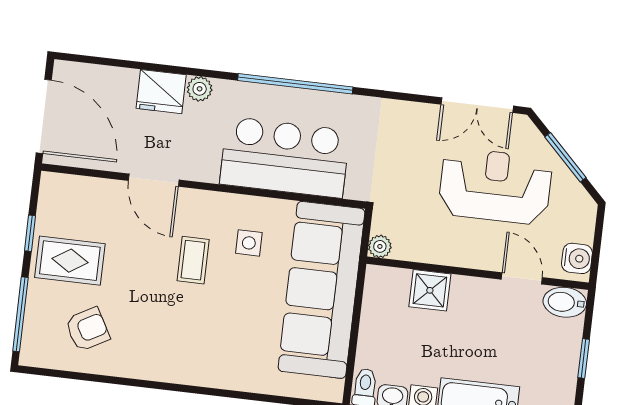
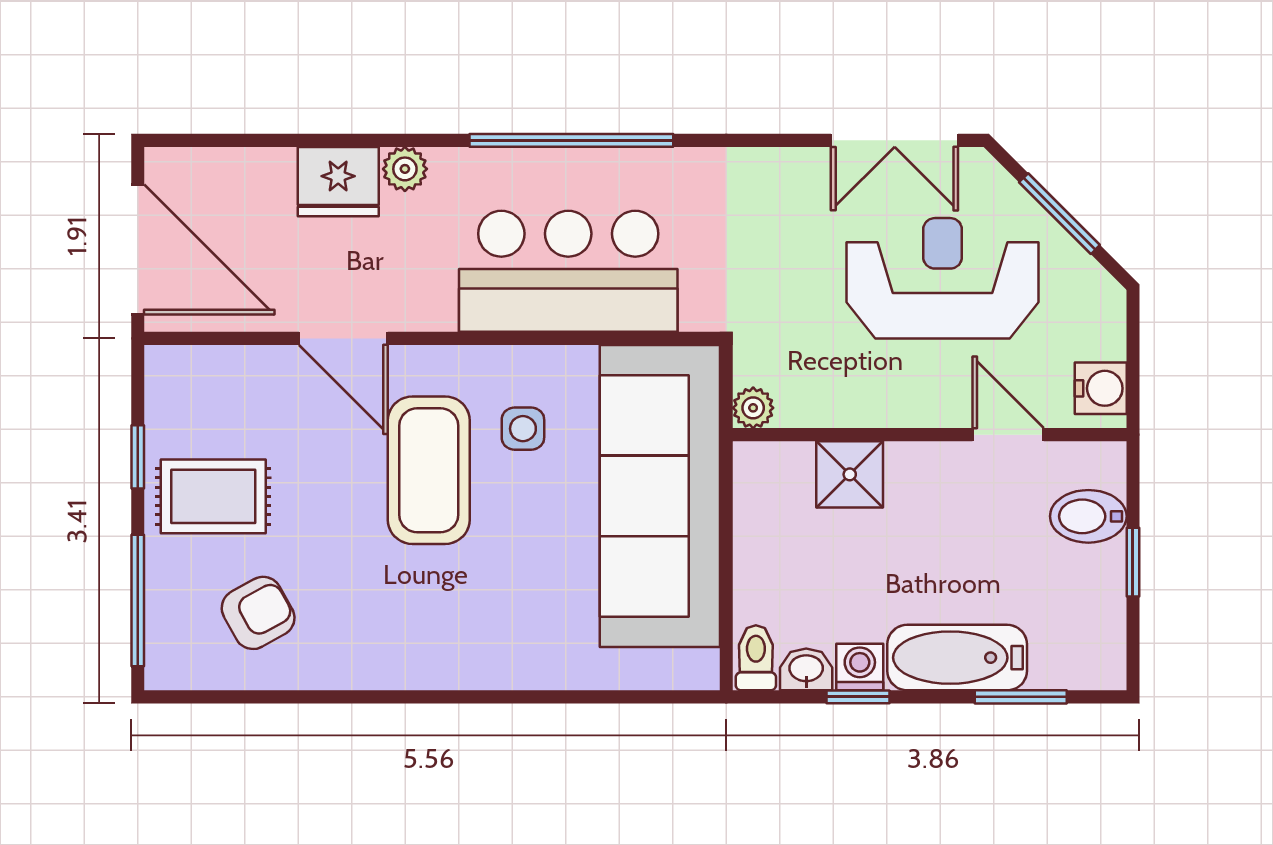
coffee table: (193, 260) -> (429, 470), width x1.86, depth x1.72
bidet: (565, 302) -> (1088, 516), moved

